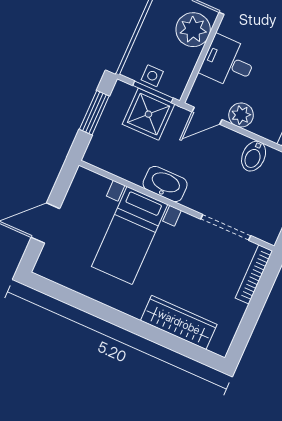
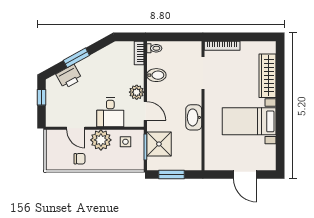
side table: (152, 76) -> (125, 142), moved
bed with nightstands: (130, 235) -> (249, 121), moved, turned 180

